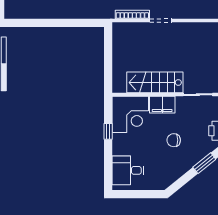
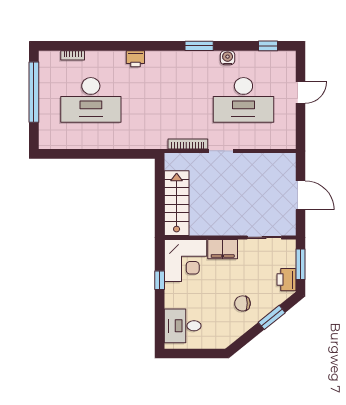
stairs: (155, 82) -> (177, 203), moved, turned 90
chair: (174, 140) -> (243, 303), moved

